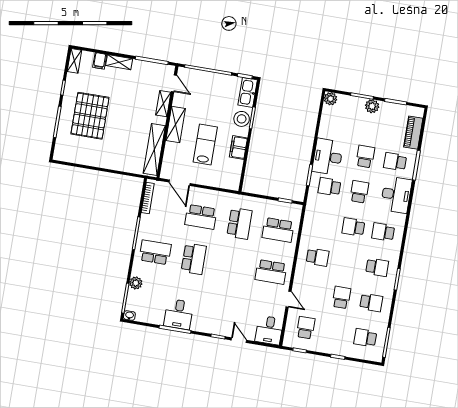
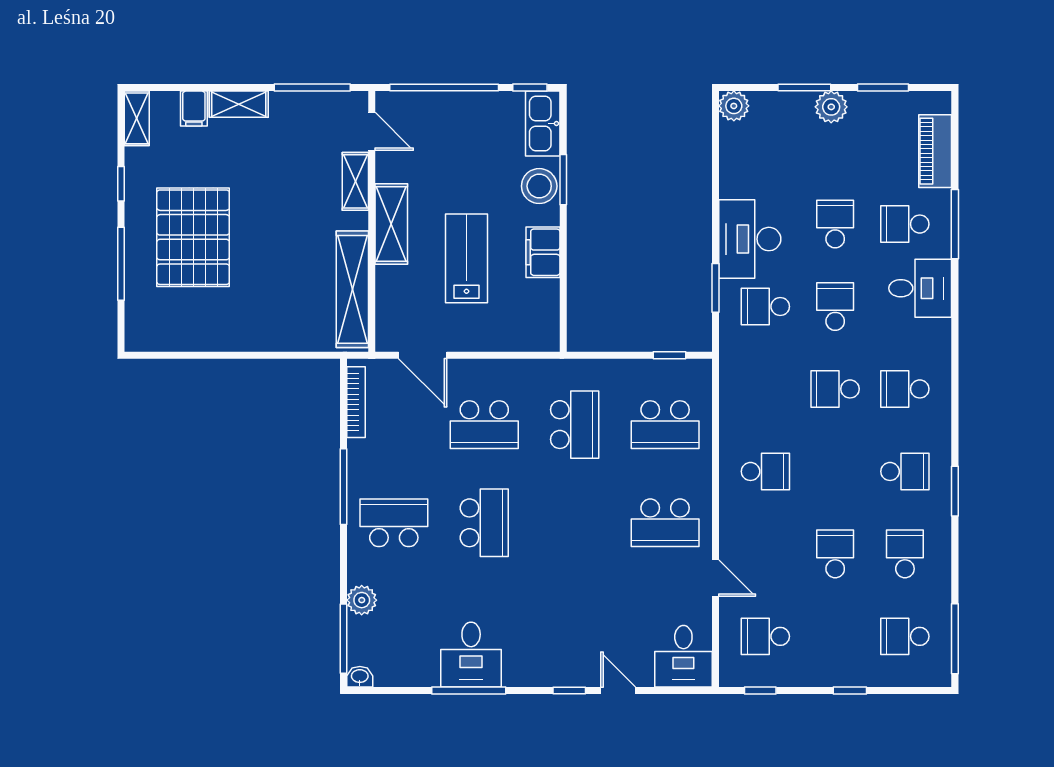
desk: (396, 195) -> (920, 288), width x0.73
school desk: (371, 302) -> (905, 554), turned -90
school desk: (306, 328) -> (765, 636), turned -90

